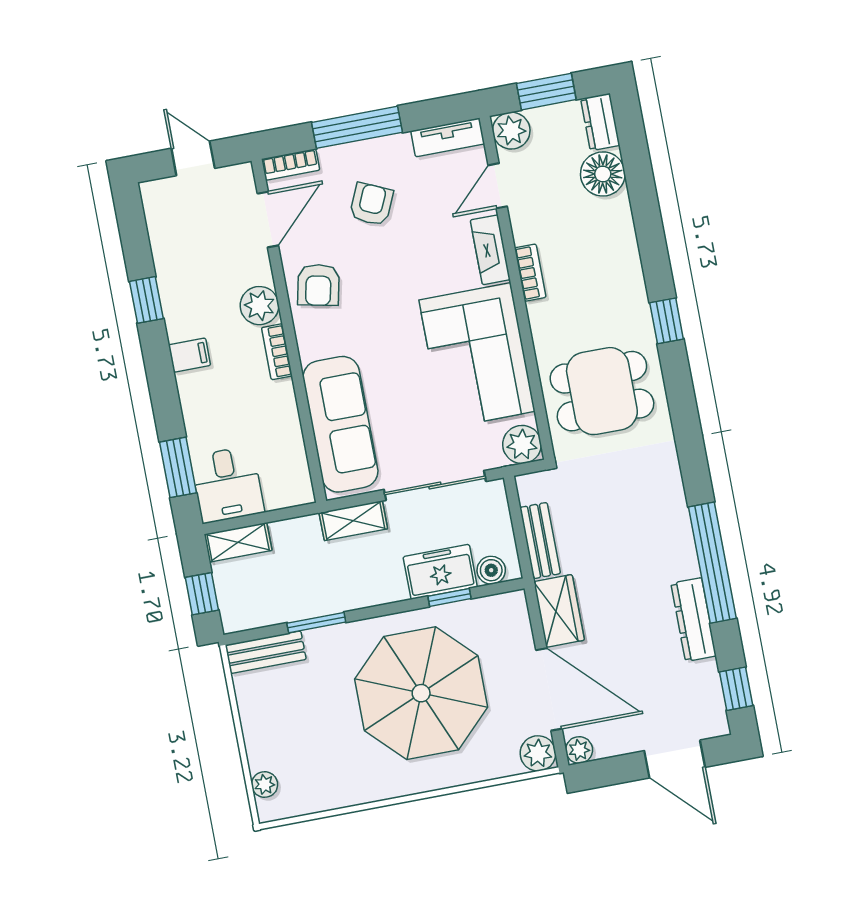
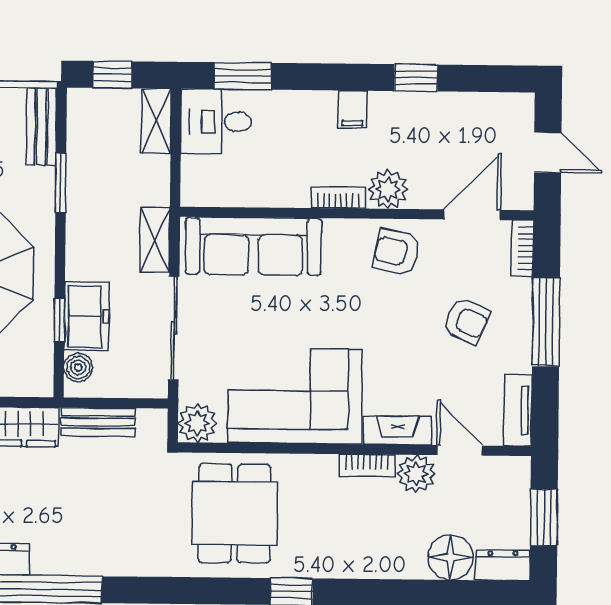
plant: (511, 131) -> (416, 474), moved
door: (193, 158) -> (548, 152), hinge flipped
door: (268, 219) -> (472, 215), swing flipped

